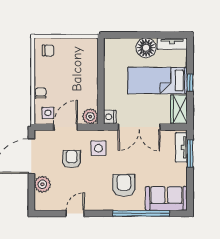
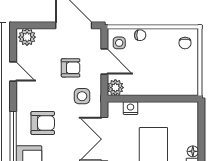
floor lamp: (146, 48) -> (193, 151), width x0.53, depth x0.53
nightstand: (110, 117) -> (130, 108), moved
plant: (42, 184) -> (27, 37), moved

